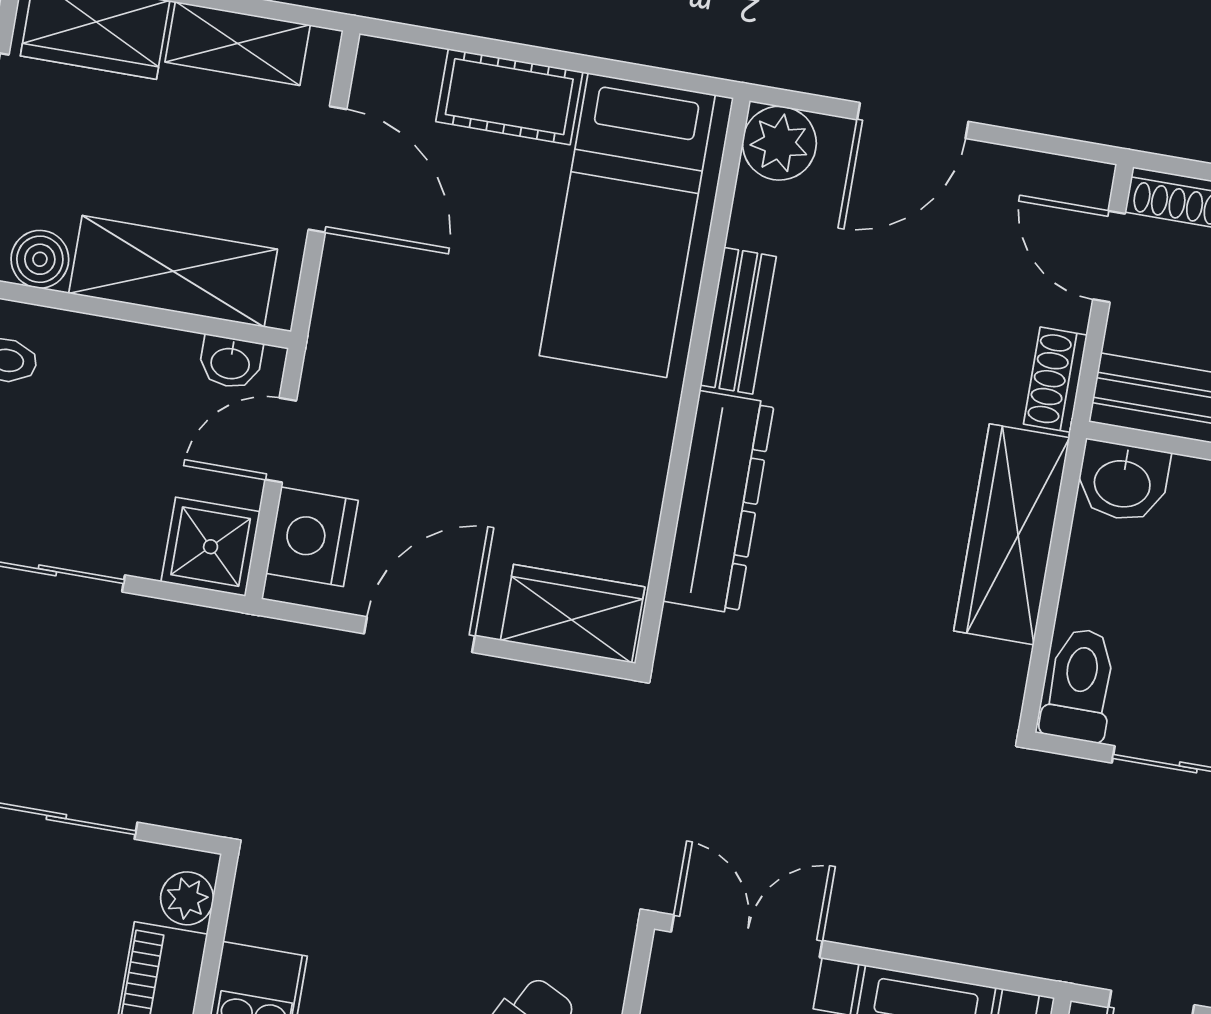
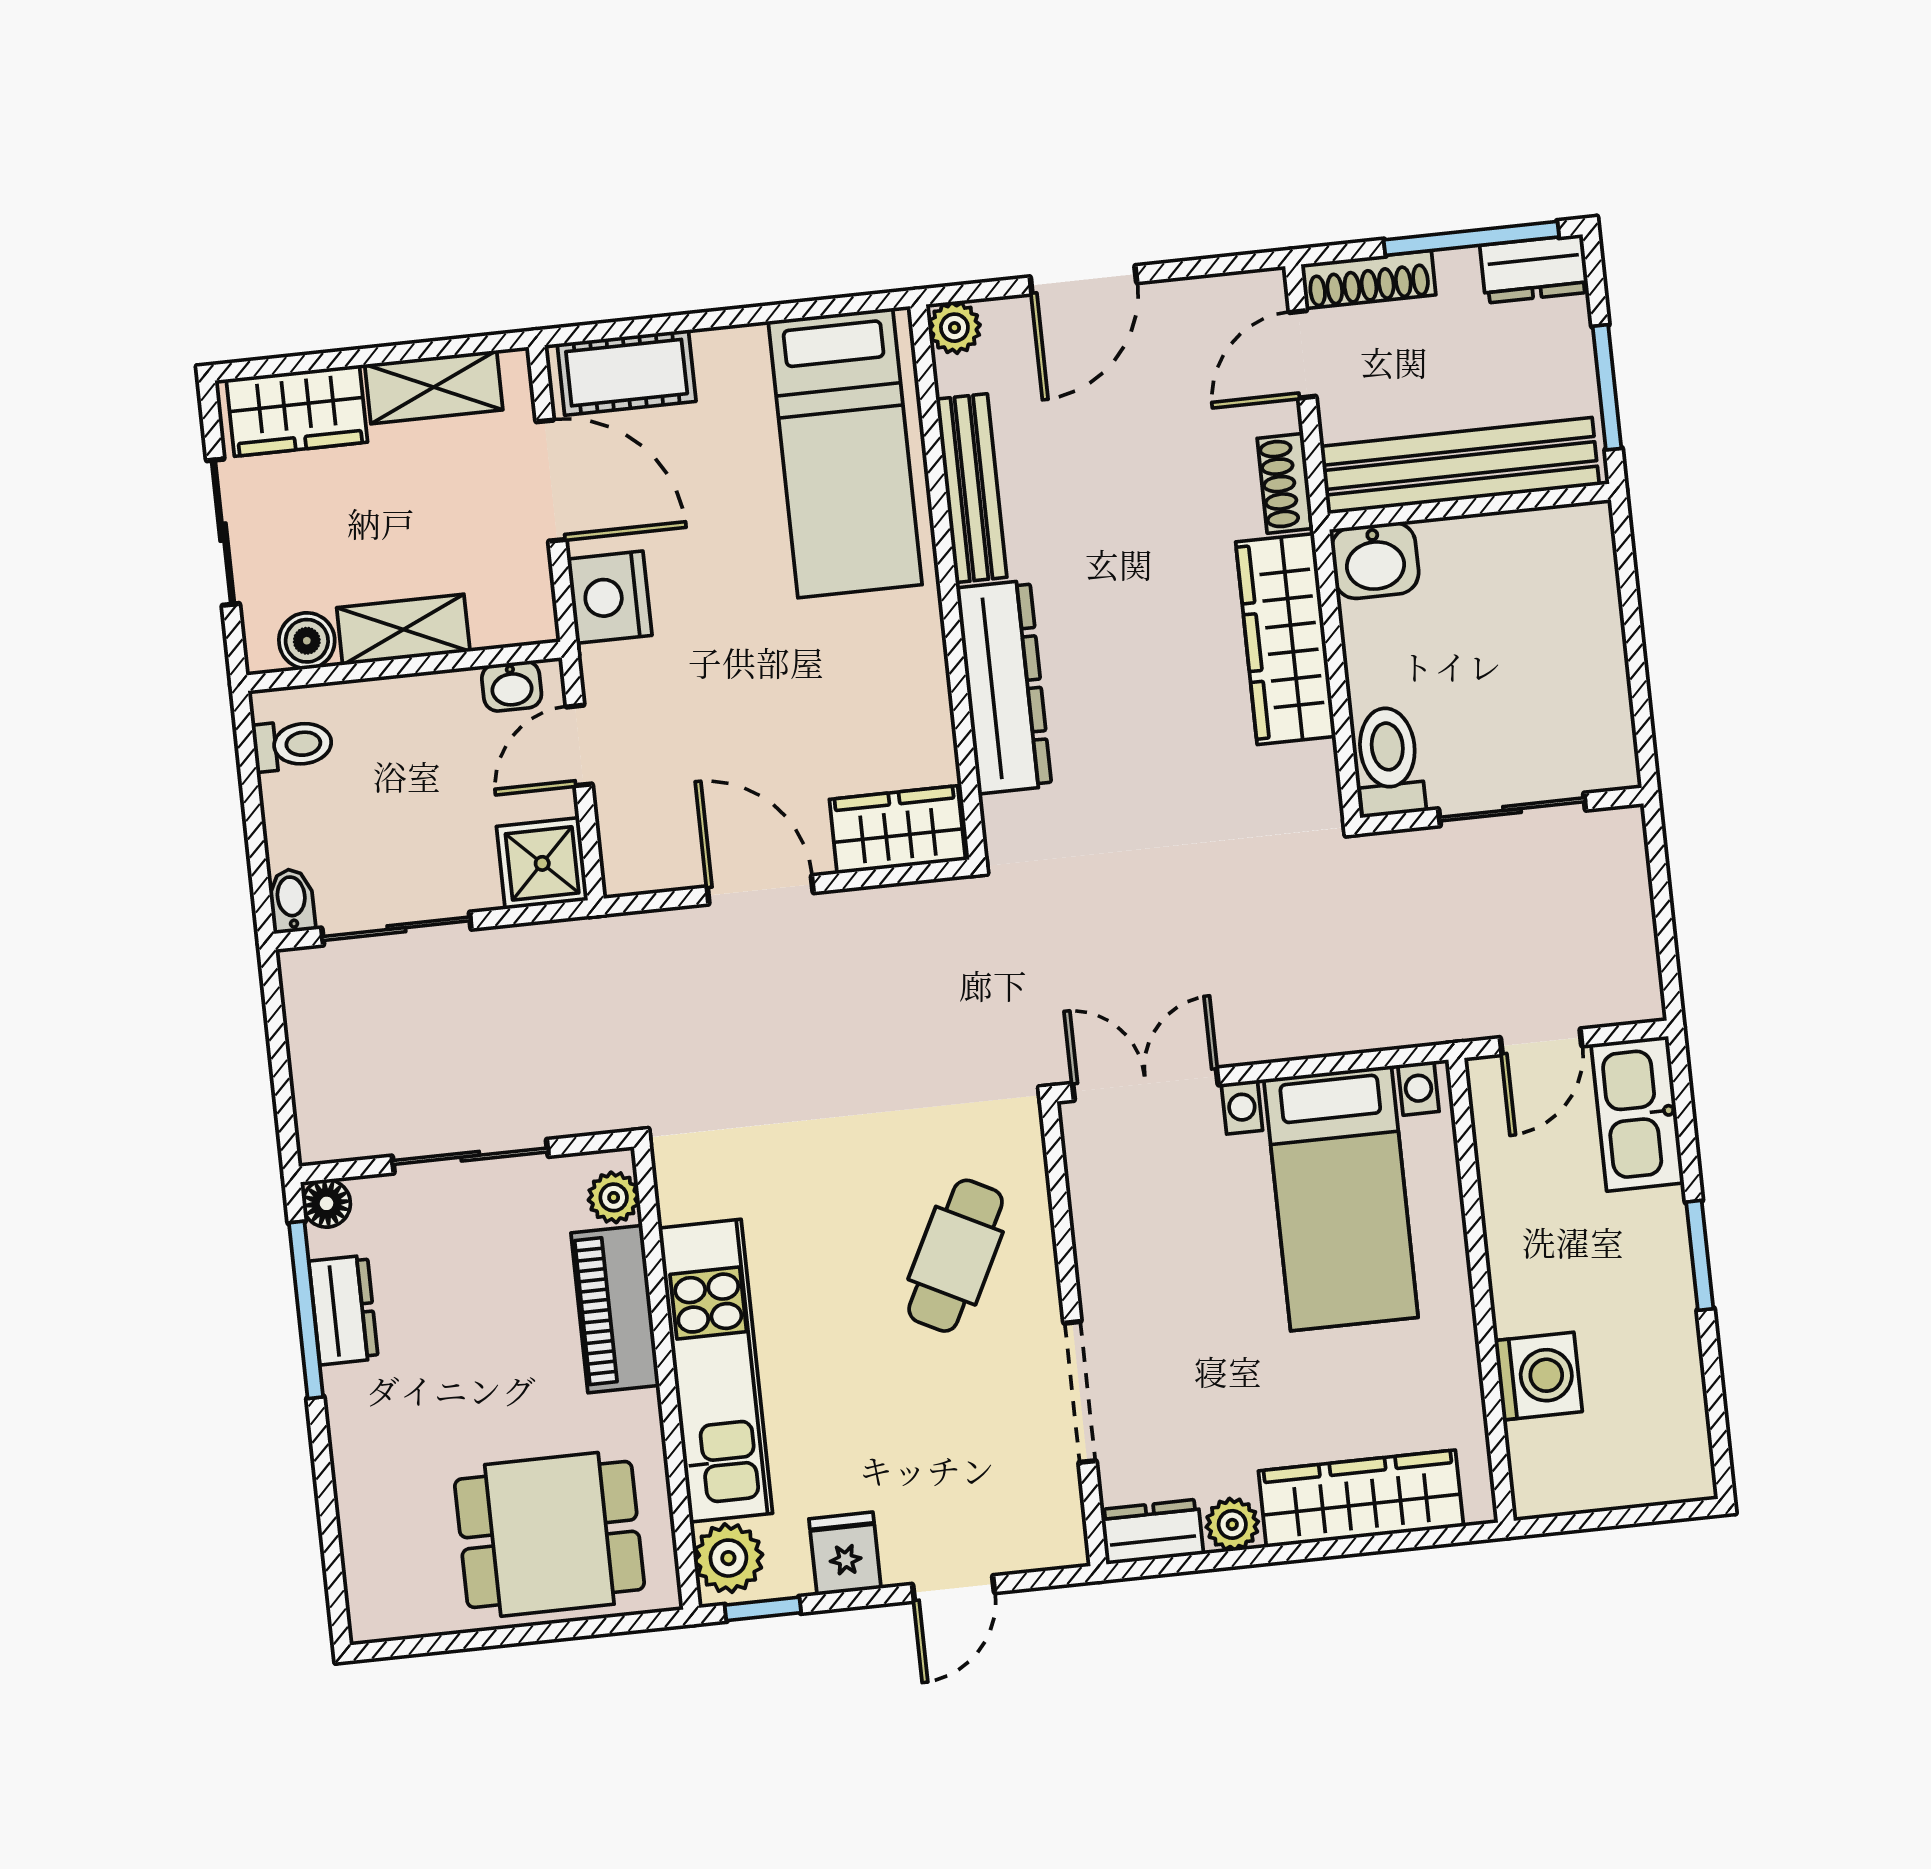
cot: (509, 97) -> (627, 373), moved
plant: (779, 143) -> (954, 328), width x0.73, depth x0.73
door: (1109, 257) -> (1303, 354), hinge flipped
shelving: (173, 271) -> (403, 630), width x0.67, depth x0.75
bench: (738, 321) -> (971, 488), width x1.36
nightstand: (312, 537) -> (610, 597), moved
door: (419, 635) -> (760, 890), hinge flipped

